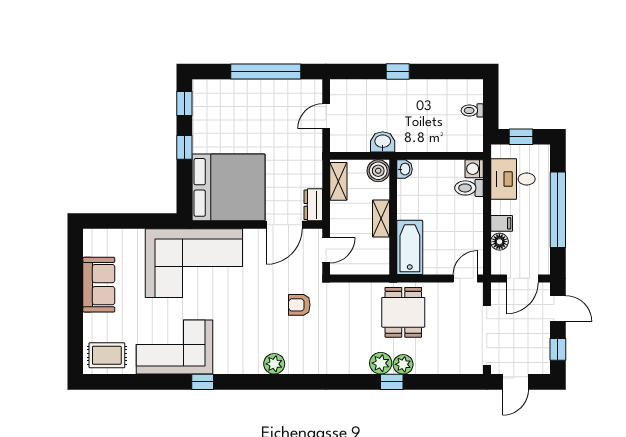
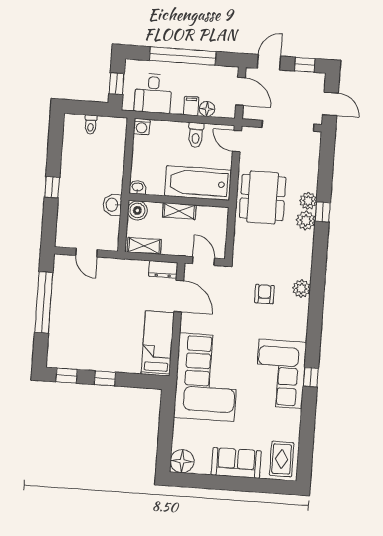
bed: (228, 187) -> (158, 343), width x0.49
toilet: (469, 188) -> (196, 135), moved
floor lamp: (96, 242) -> (182, 461), added
bathtub: (410, 247) -> (198, 183), width x1.36, depth x1.36
sofa: (99, 285) -> (236, 463), moved
armchair: (299, 305) -> (264, 294), moved, turned 180
dining table: (403, 312) -> (263, 197), width x1.38
corner sofa: (174, 347) -> (280, 374), moved
plant: (274, 364) -> (301, 288), moved

